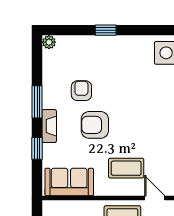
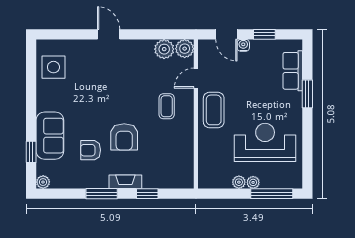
window: (106, 30) -> (31, 152), moved
coffee table: (126, 168) -> (167, 106), width x0.73, depth x0.77
sofa: (69, 182) -> (50, 136), moved, turned 180

